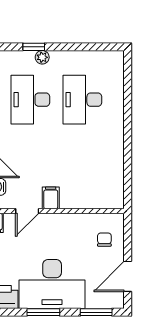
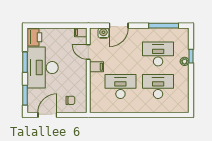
desk: (82, 160) -> (120, 87), added
door: (128, 276) -> (47, 115), hinge flipped

